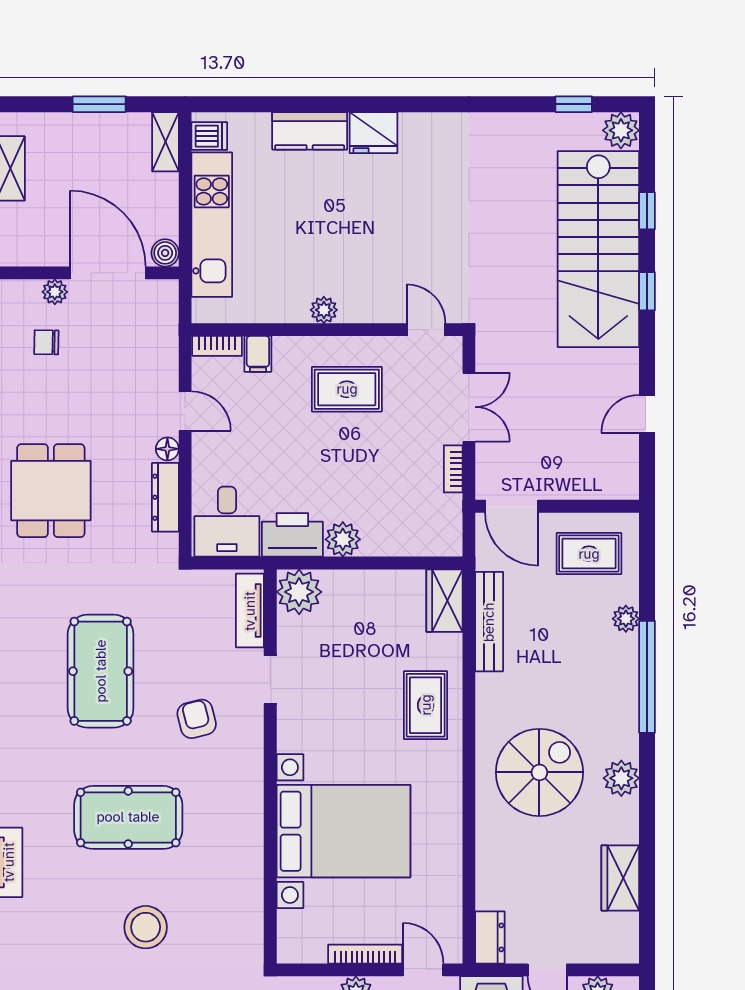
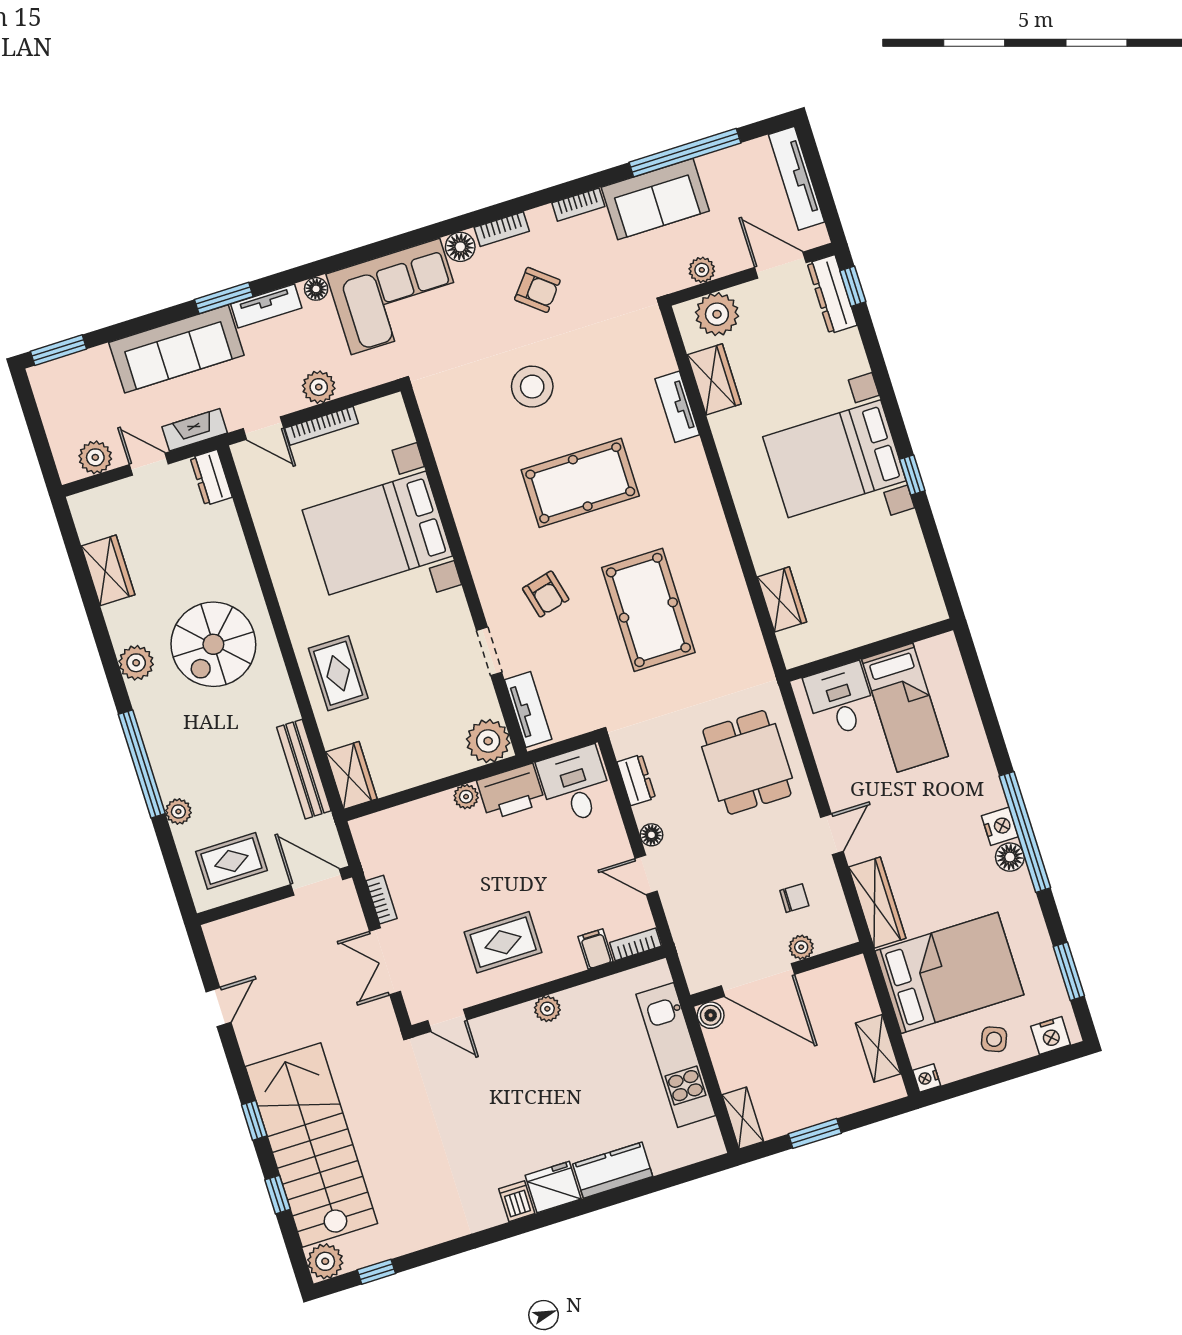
dishwasher: (209, 136) -> (517, 1201), moved, turned 90
dresser: (165, 497) -> (636, 780), width x0.70
plant: (343, 539) -> (466, 797), width x0.73, depth x0.73

